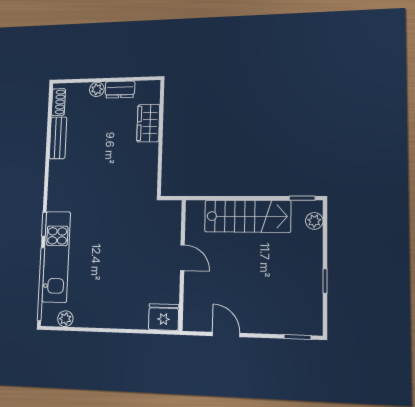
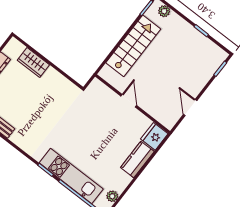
door: (182, 258) -> (129, 101), hinge flipped
kitchen counter: (124, 317) -> (137, 160), added
door: (226, 334) -> (190, 107), hinge flipped

